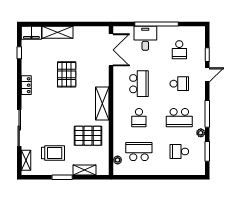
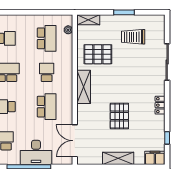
shelving: (58, 32) -> (118, 158), moved
desk: (145, 38) -> (36, 152), width x1.37
school desk: (139, 84) -> (47, 107), turned 180
school desk: (139, 152) -> (47, 38), turned -90
shelving: (26, 160) -> (160, 30), removed
shelving: (84, 170) -> (88, 20), moved

